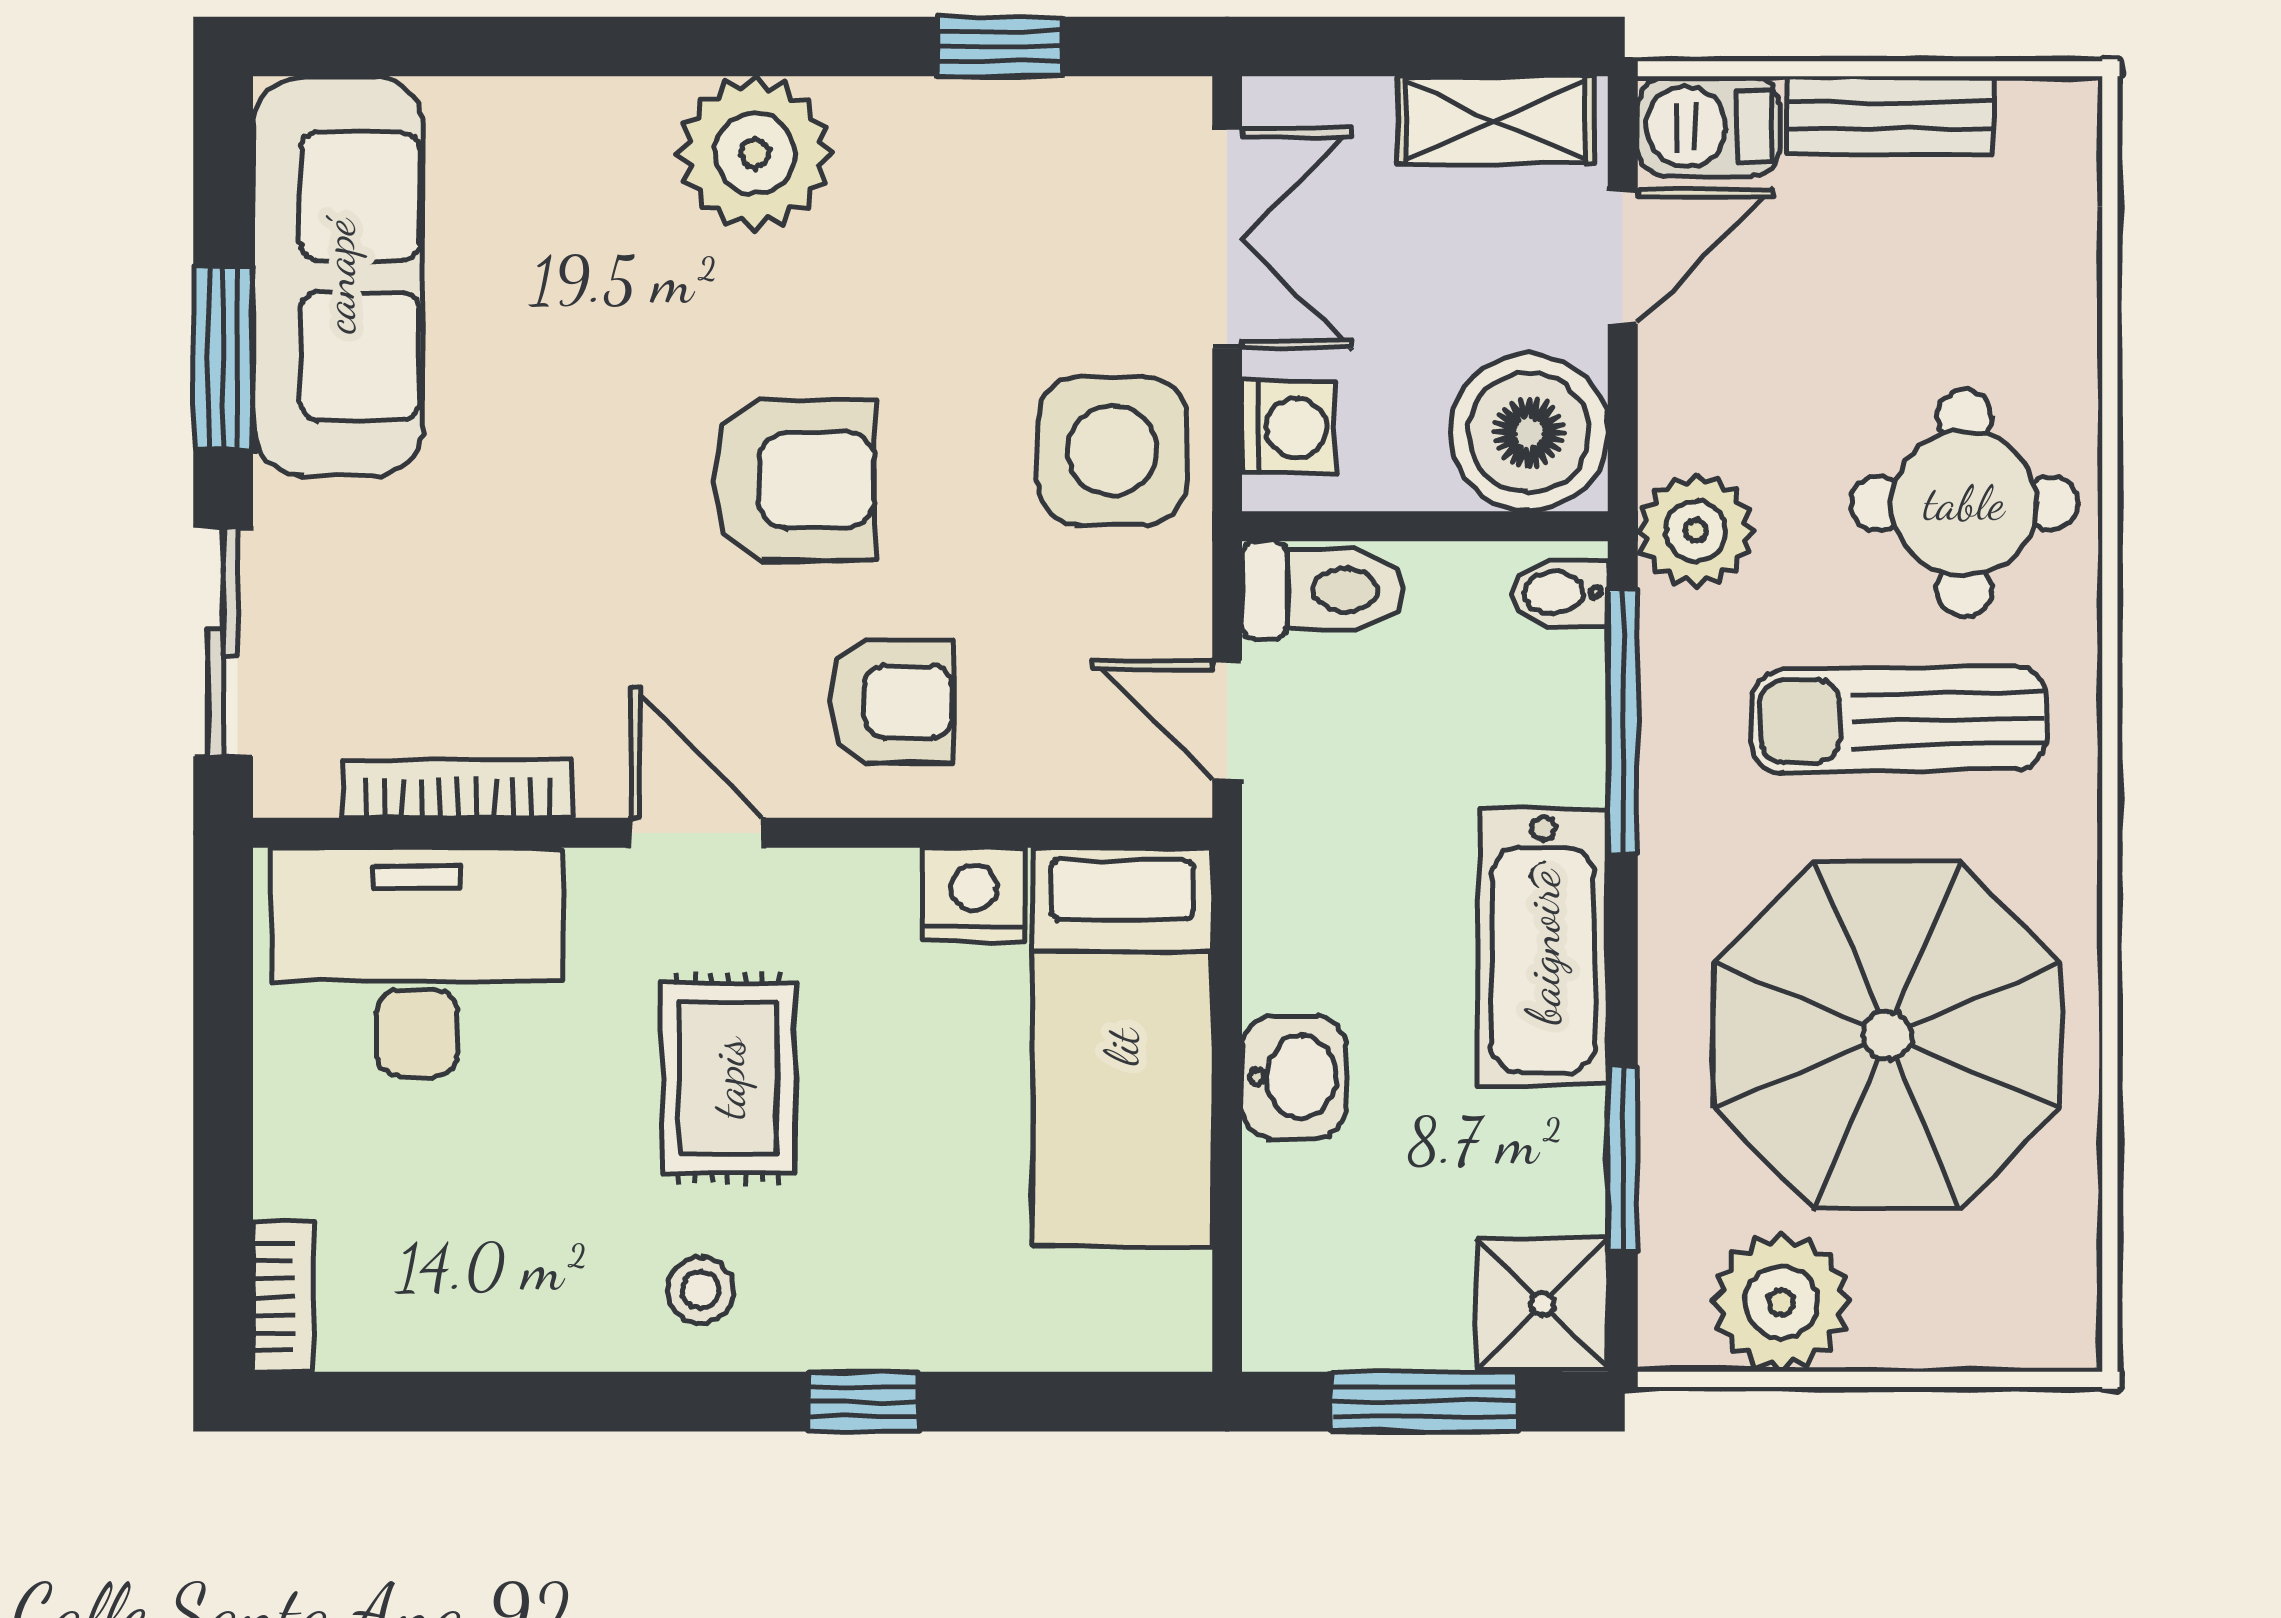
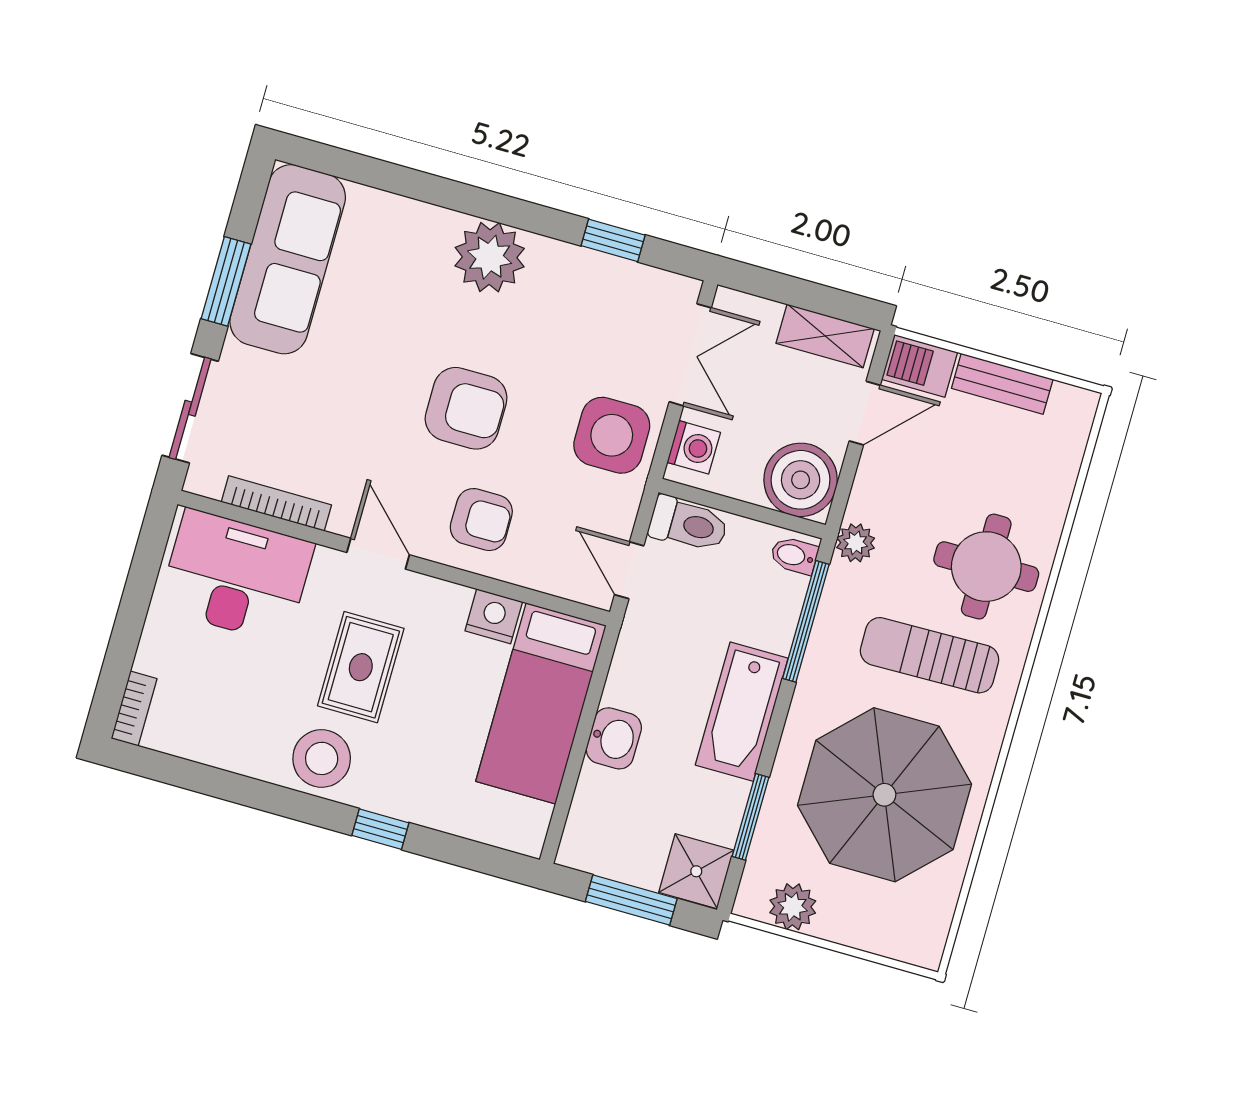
plant: (1696, 531) -> (856, 543), width x0.73, depth x0.73
stool: (701, 1290) -> (322, 758), width x1.89, depth x1.89
plant: (1781, 1302) -> (793, 907), width x0.73, depth x0.73

